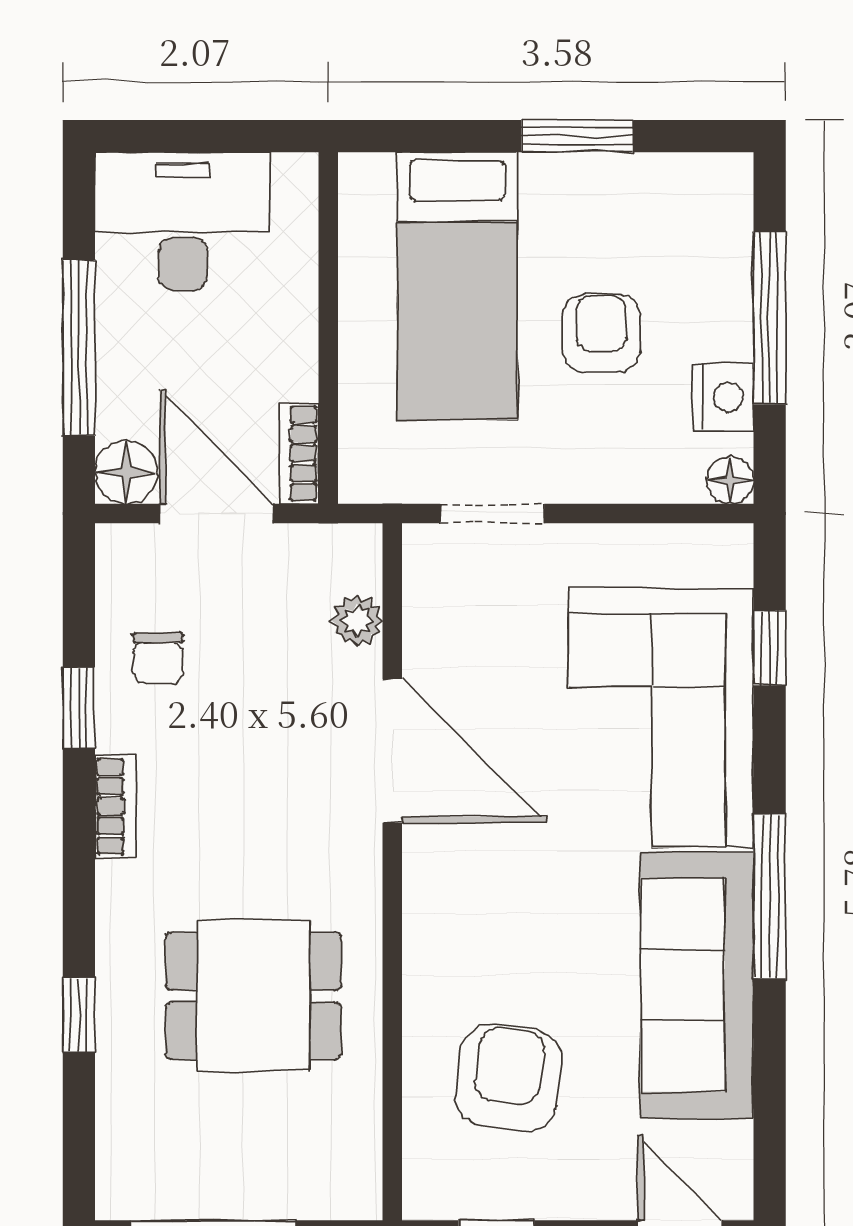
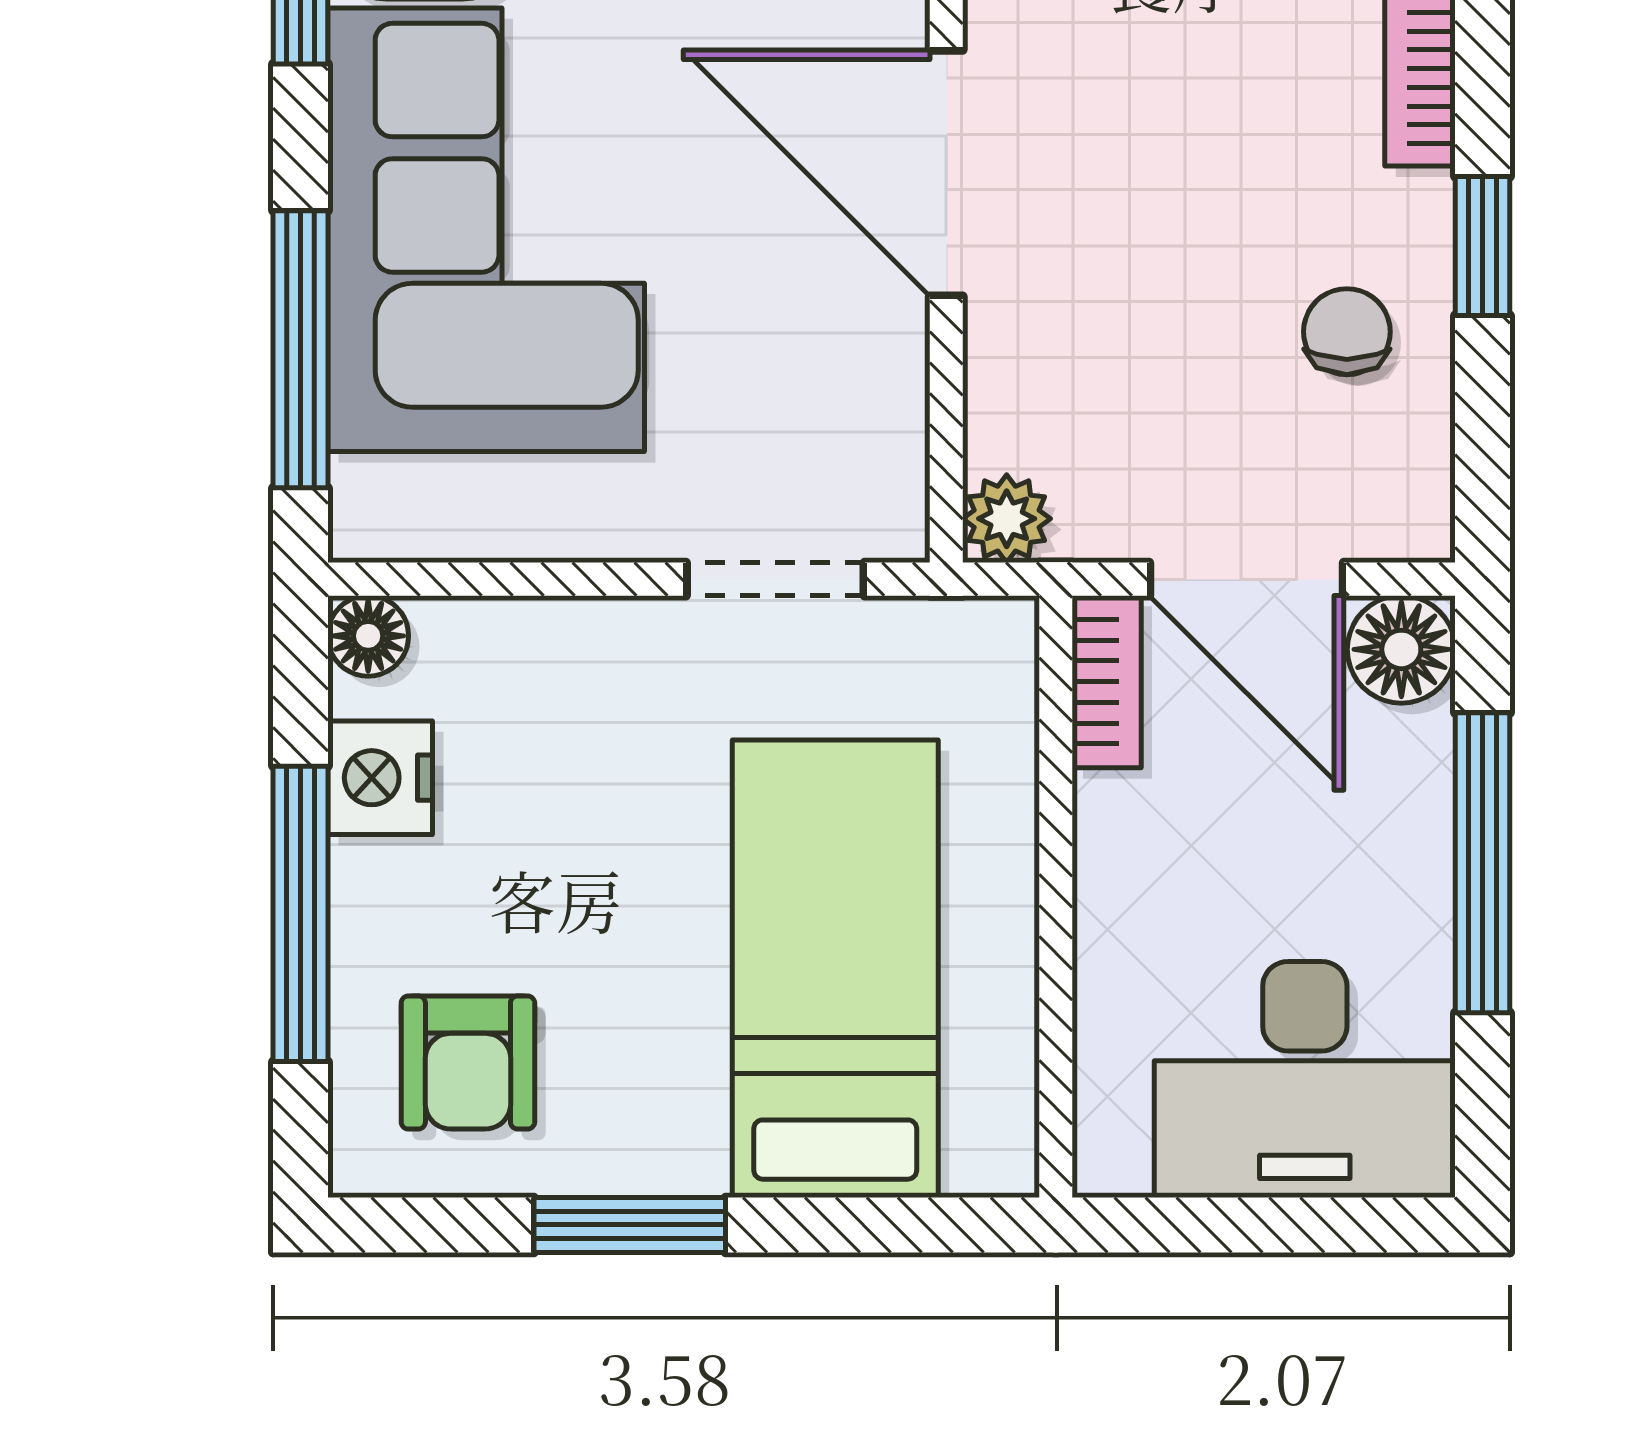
armchair: (601, 333) -> (468, 1063), moved
plant: (357, 620) -> (1007, 519), moved
window: (770, 648) -> (300, 349), width x2.17

